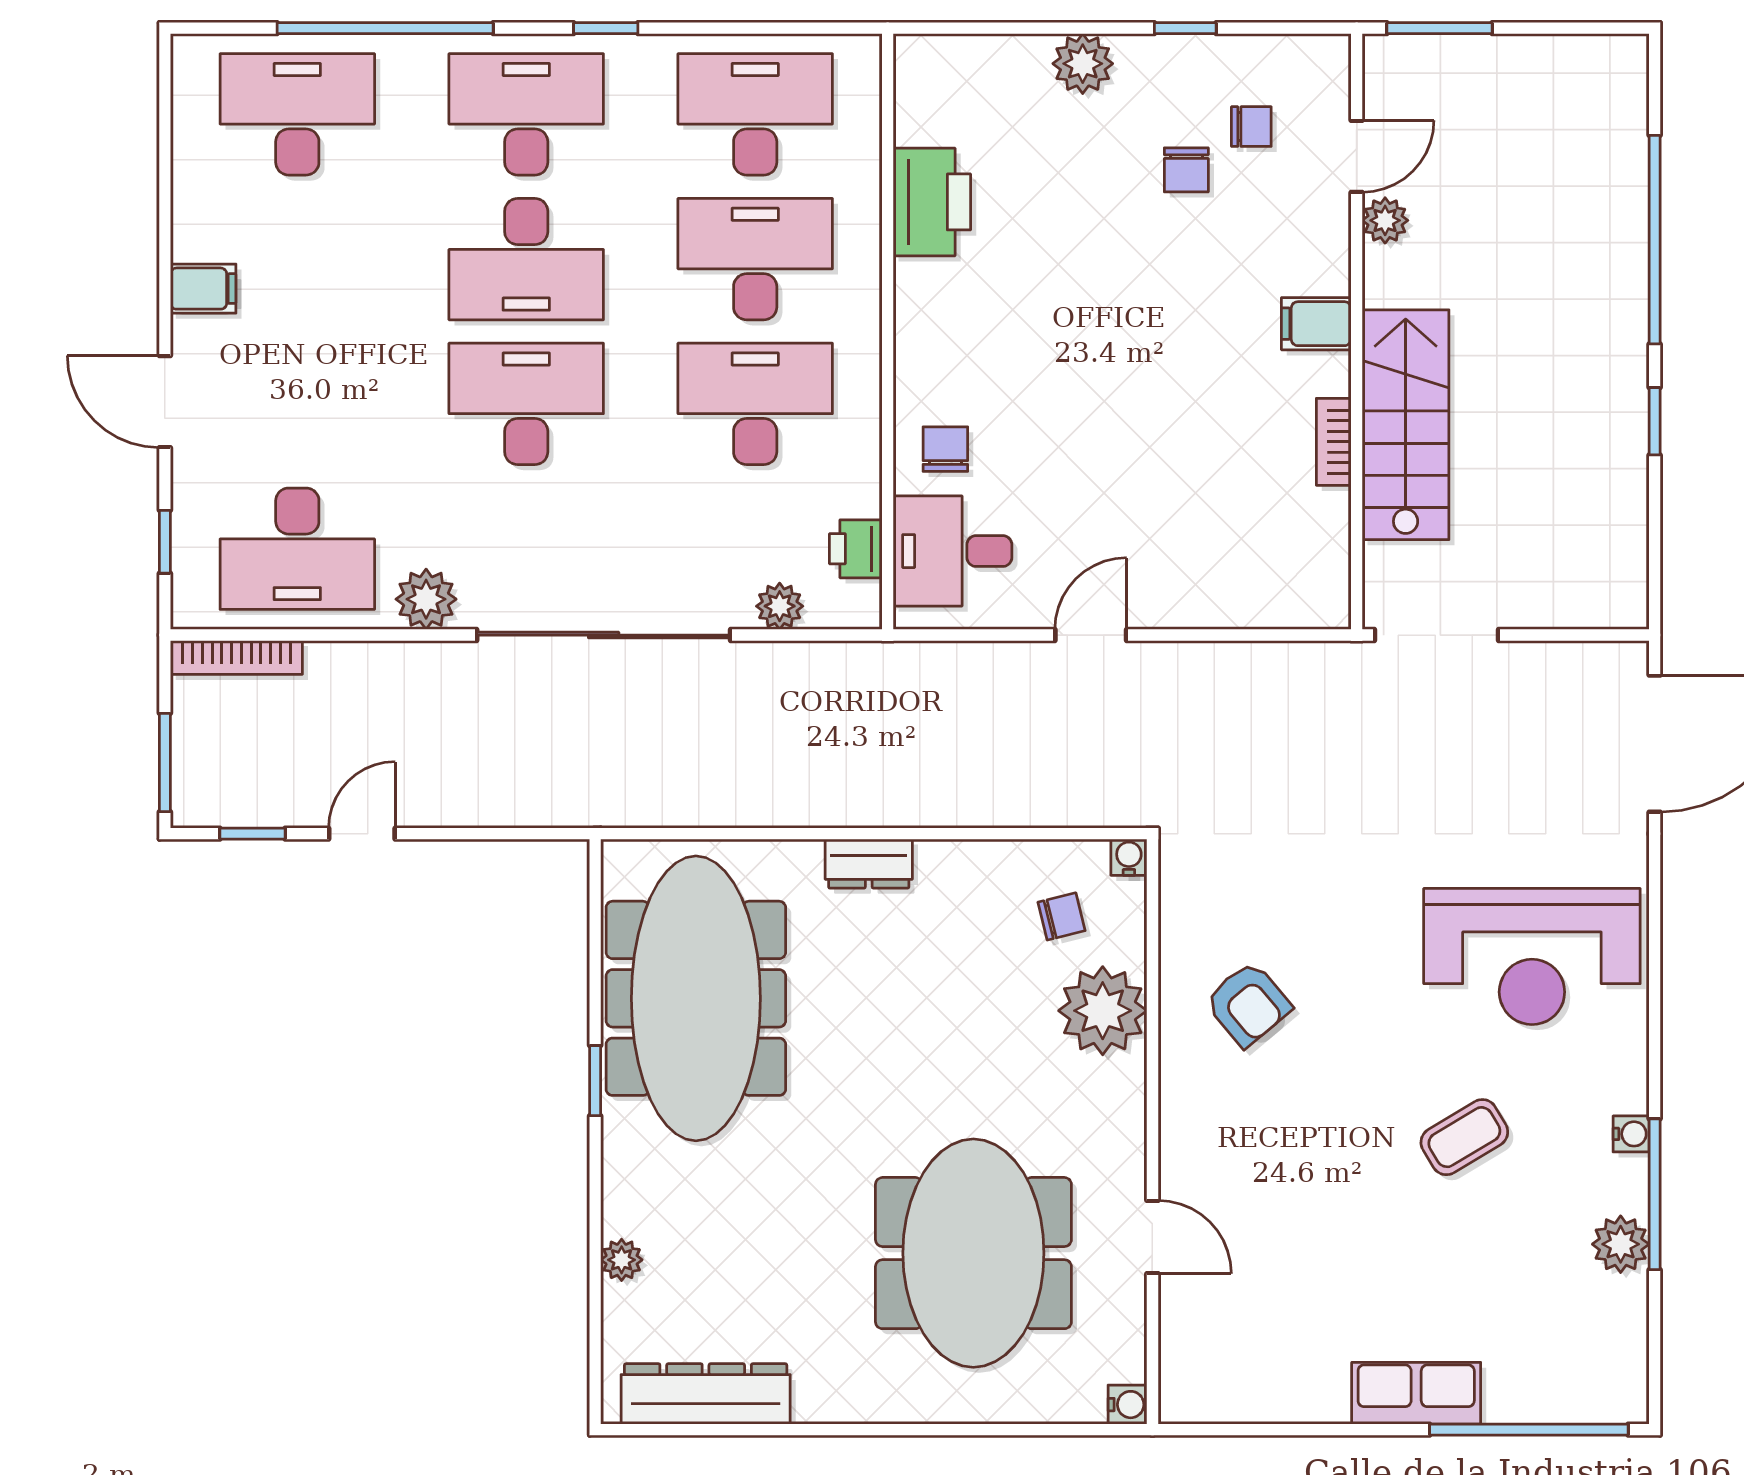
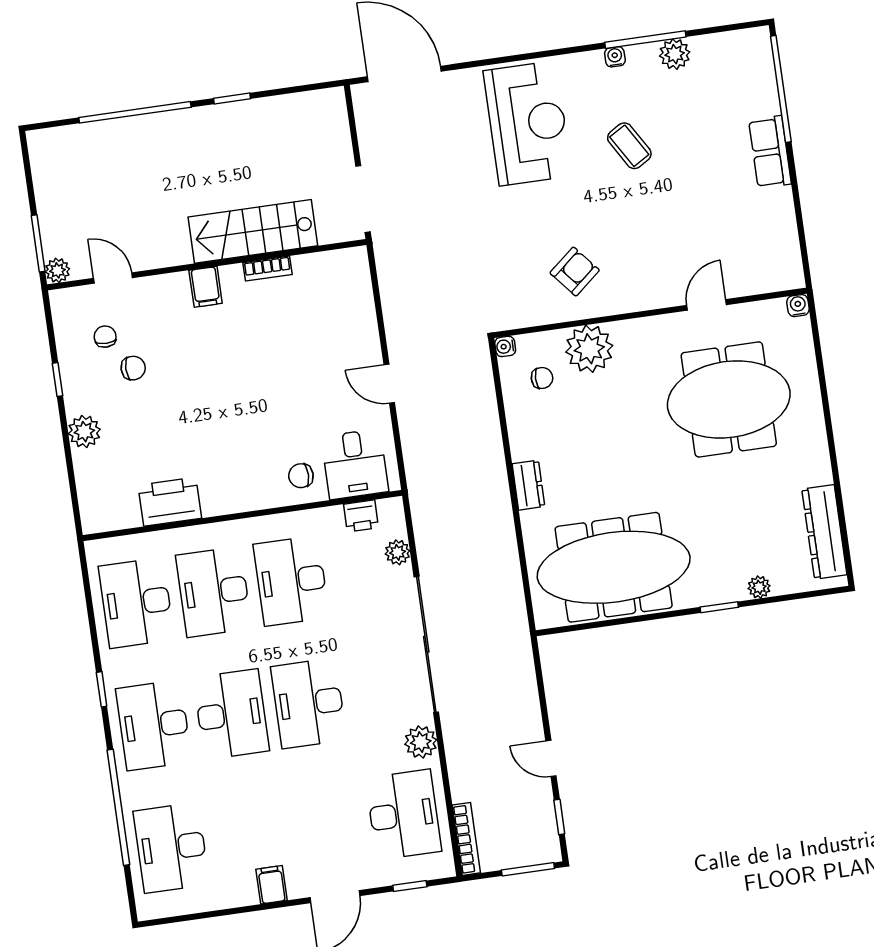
plant: (1385, 220) -> (57, 270), moved
chair: (1062, 916) -> (542, 378), turned 104
window: (595, 1081) -> (719, 607), moved

